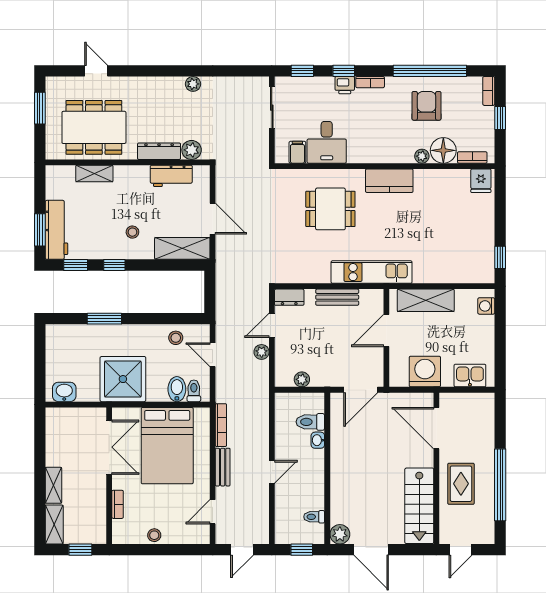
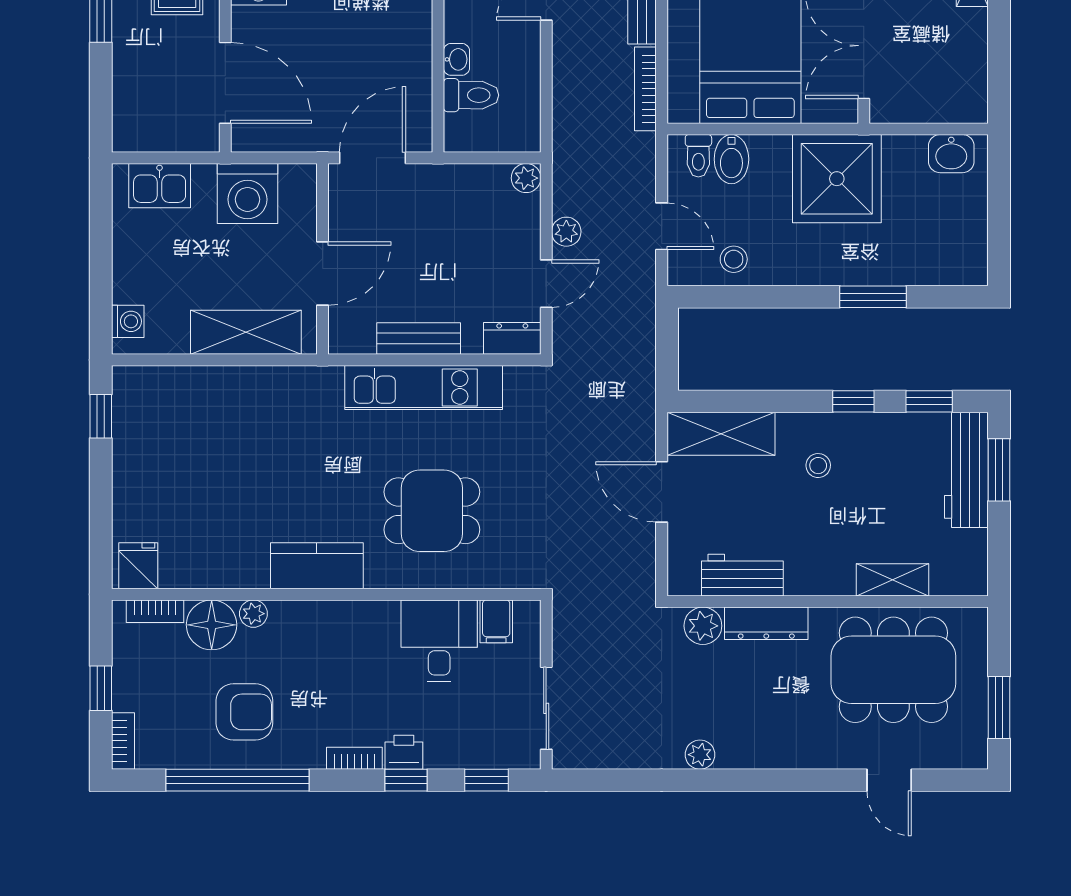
armchair: (426, 106) -> (244, 712), turned -90
kitchen unit: (372, 272) -> (424, 387), moved
plant: (302, 379) -> (526, 178), moved

